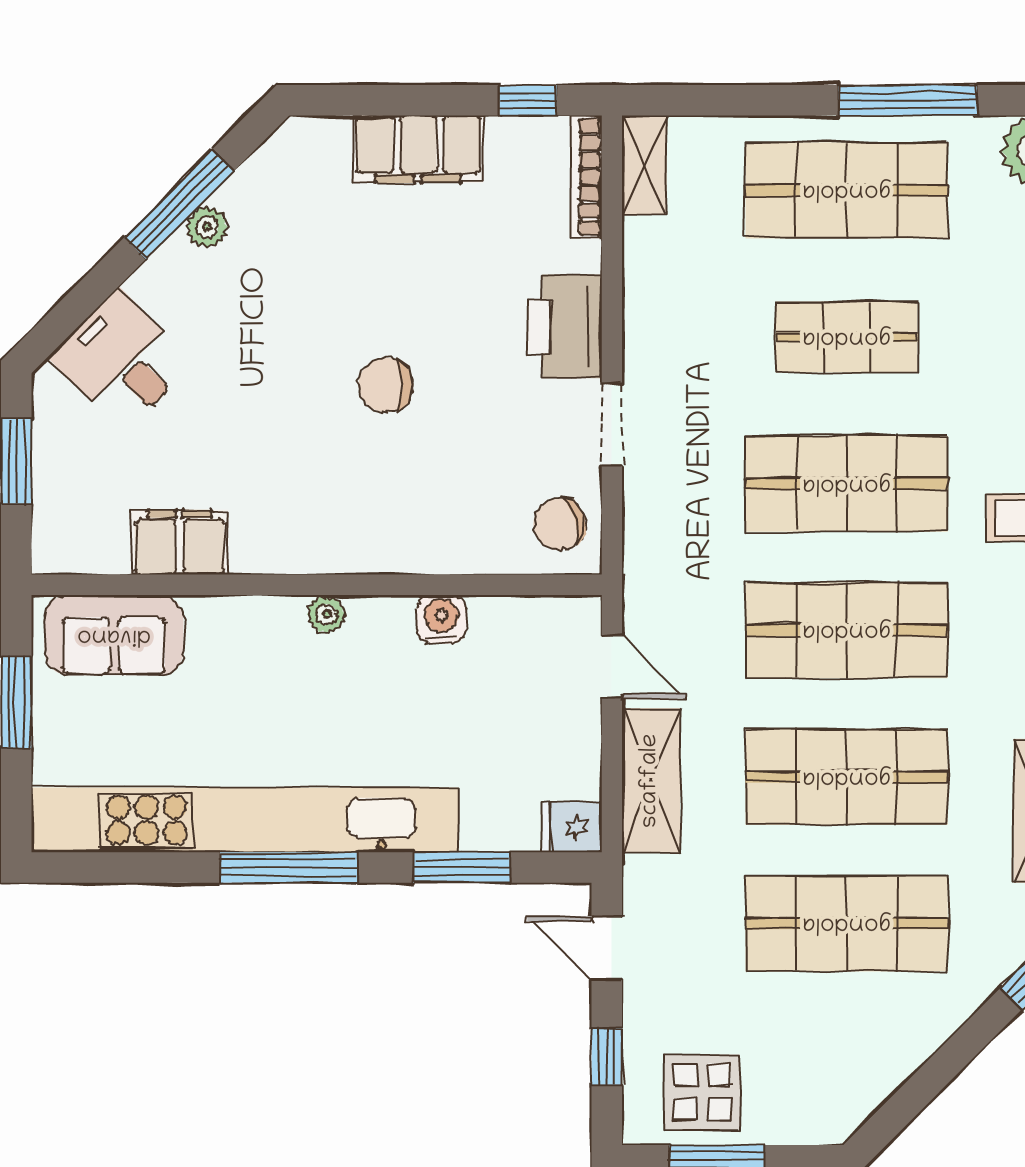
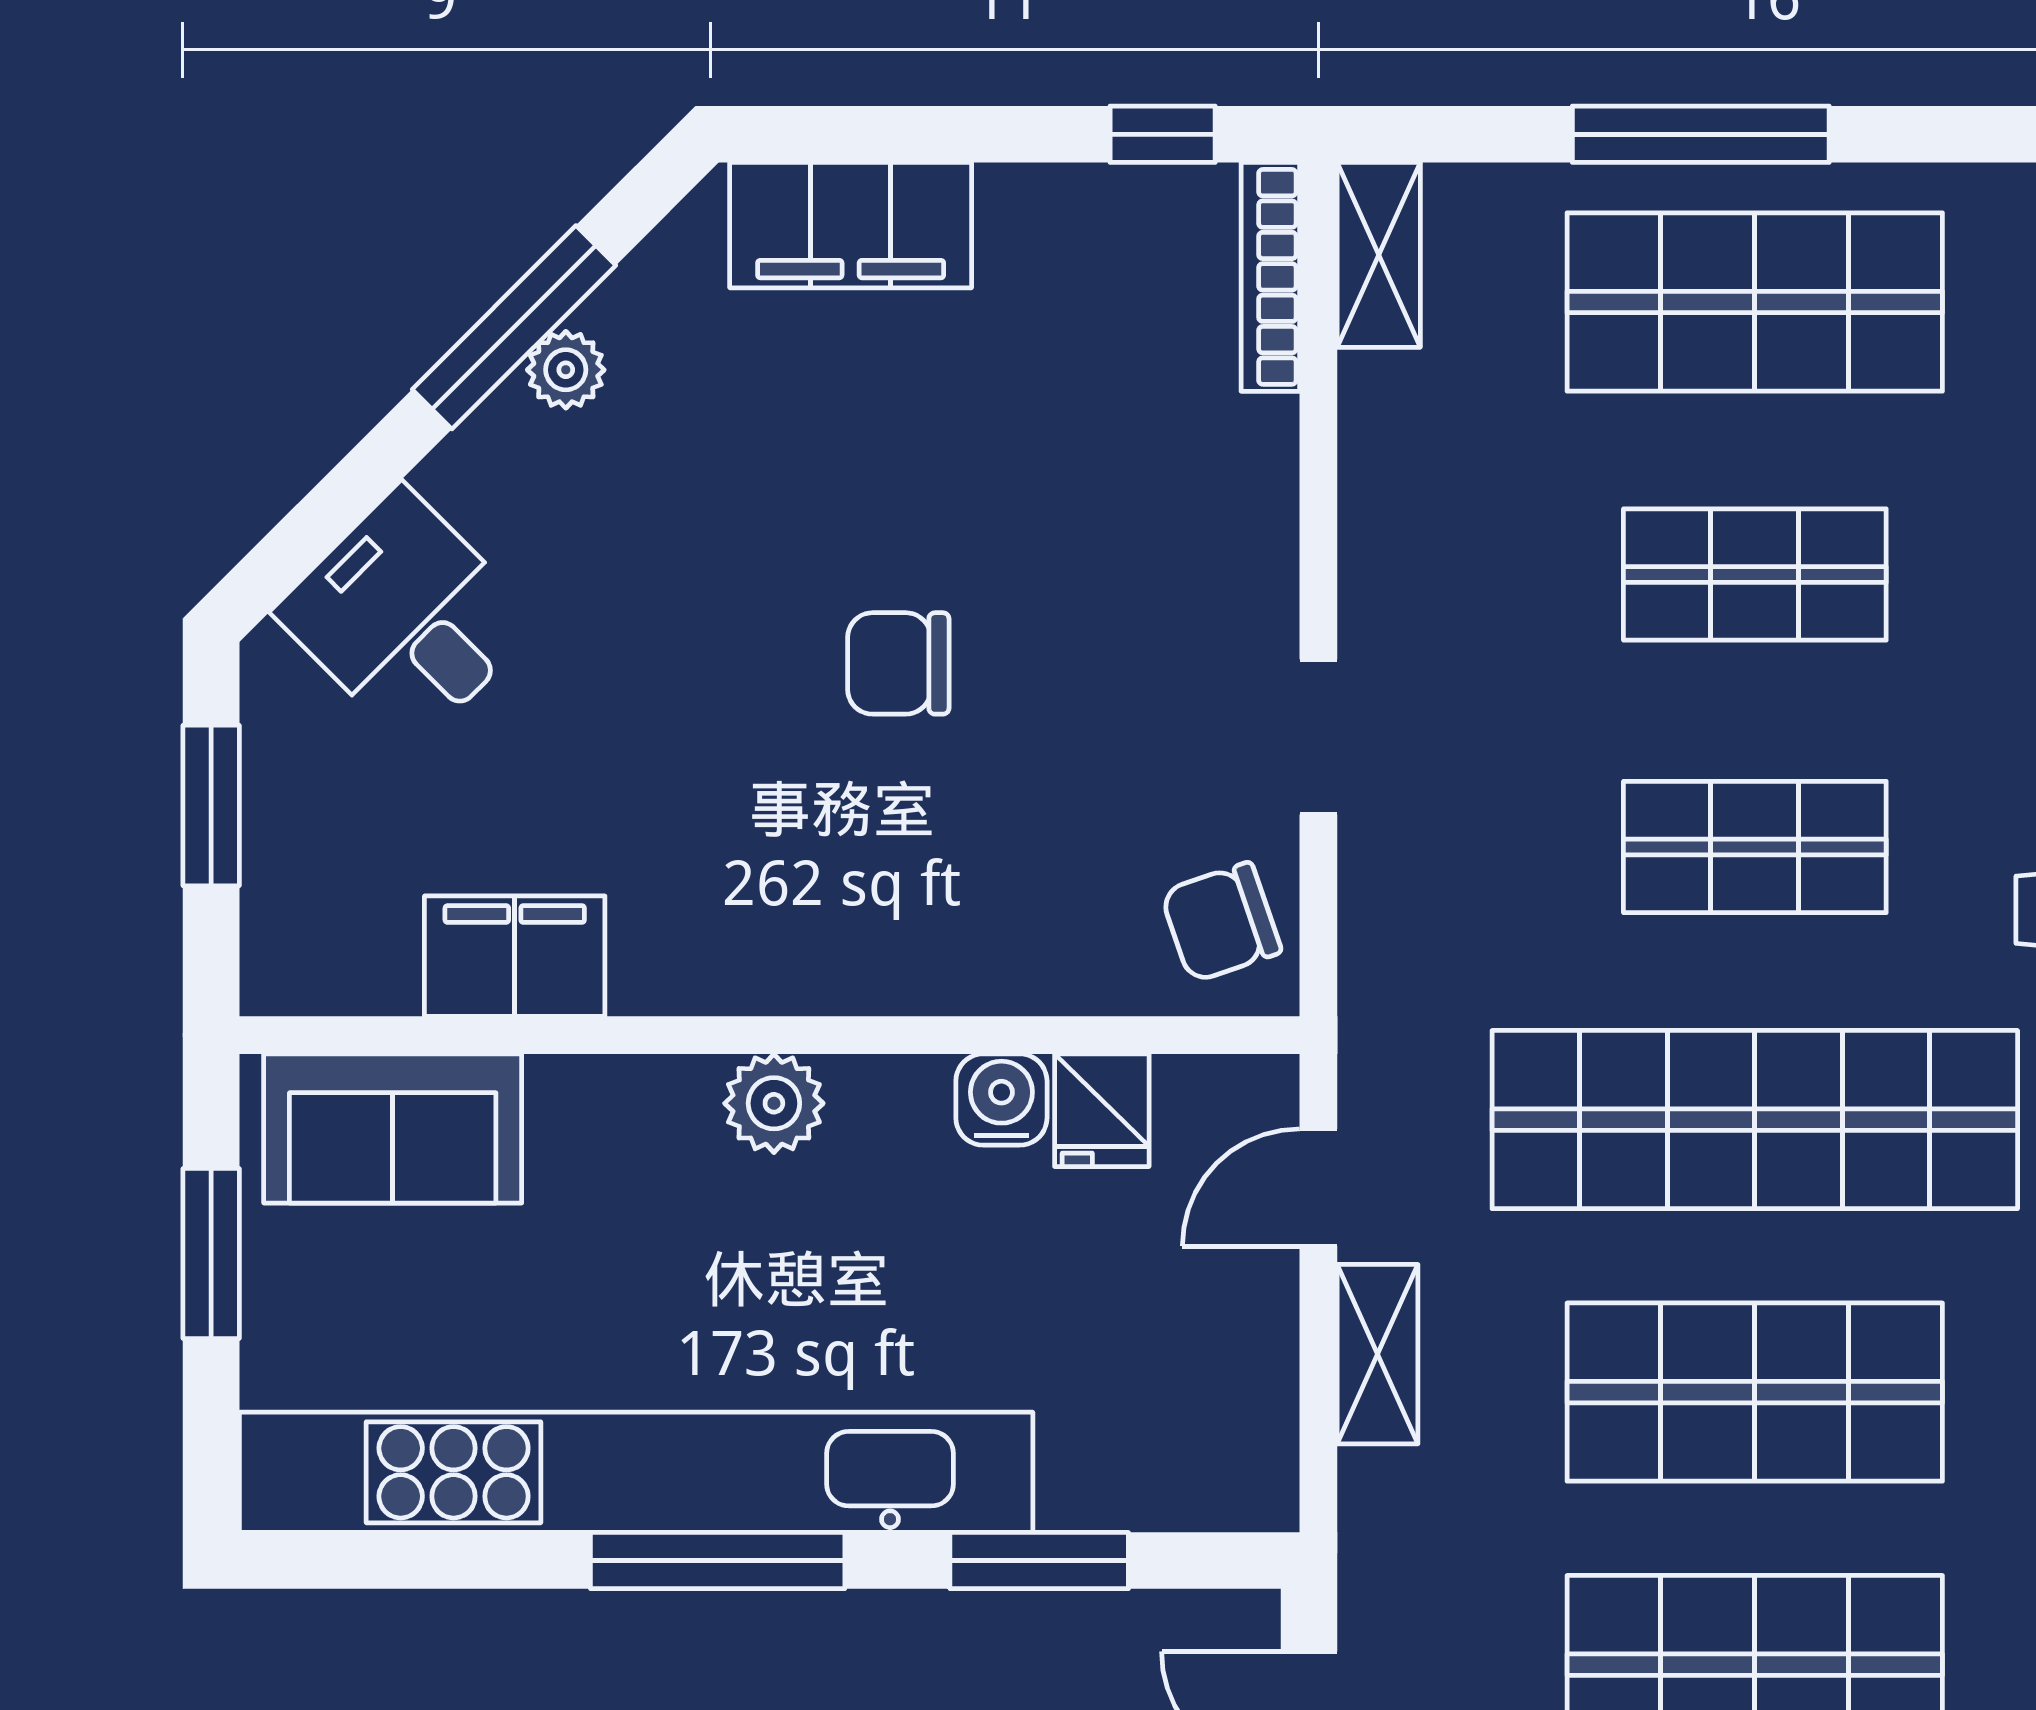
window: (908, 100) -> (1701, 134), moved
filing cabinet: (418, 149) -> (851, 225), moved
printer: (565, 326) -> (1231, 555), removed
shop shelf: (847, 484) -> (1755, 847), width x0.70, depth x0.74
plant: (326, 614) -> (774, 1103), width x1.38, depth x1.38
shop shelf: (847, 630) -> (1755, 1120), width x1.40
door: (612, 667) -> (1318, 1187), swing flipped
shelving: (651, 781) -> (1378, 1354), width x0.67, depth x0.75
fridge: (571, 827) -> (1102, 1110), moved, turned -90

